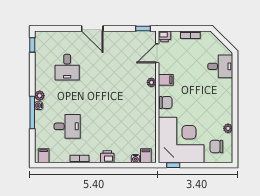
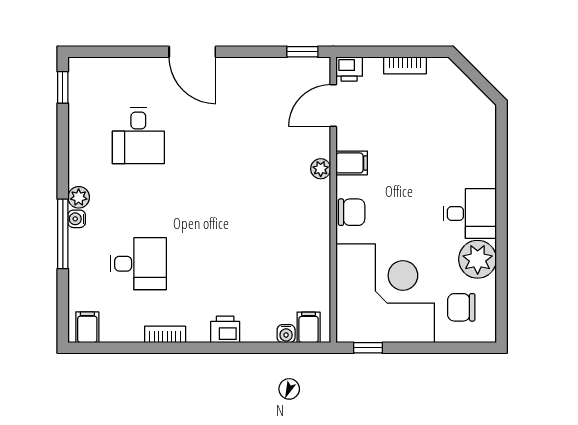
desk: (220, 66) -> (470, 213), moved
plant: (228, 128) -> (478, 259), width x1.87, depth x1.87

